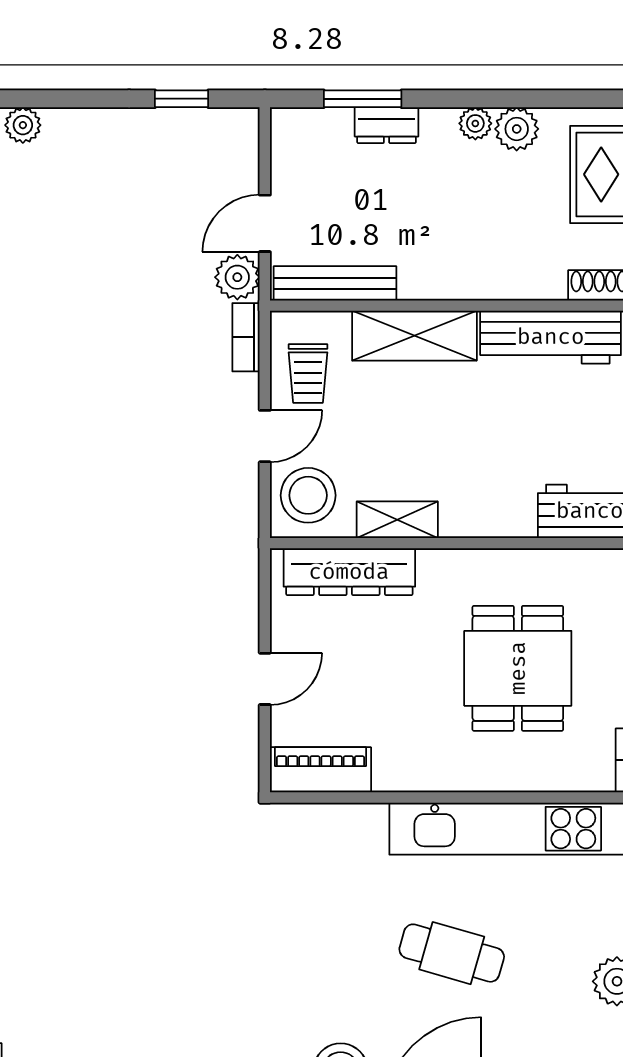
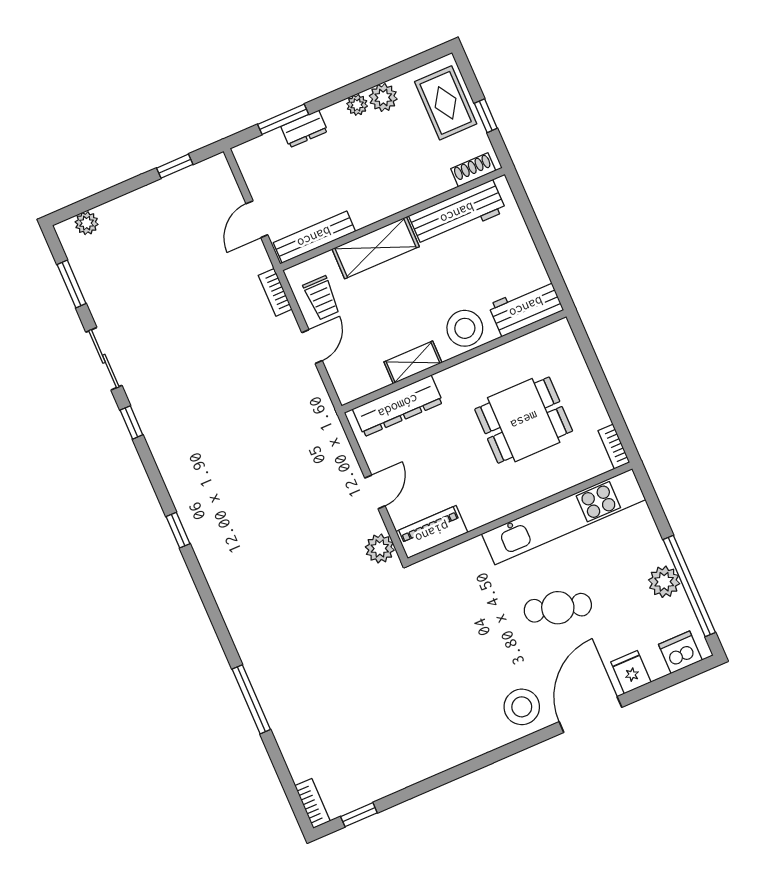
plant: (237, 277) -> (380, 548), moved
stool: (308, 495) -> (465, 328), moved
dining table: (518, 668) -> (524, 420), turned 90

